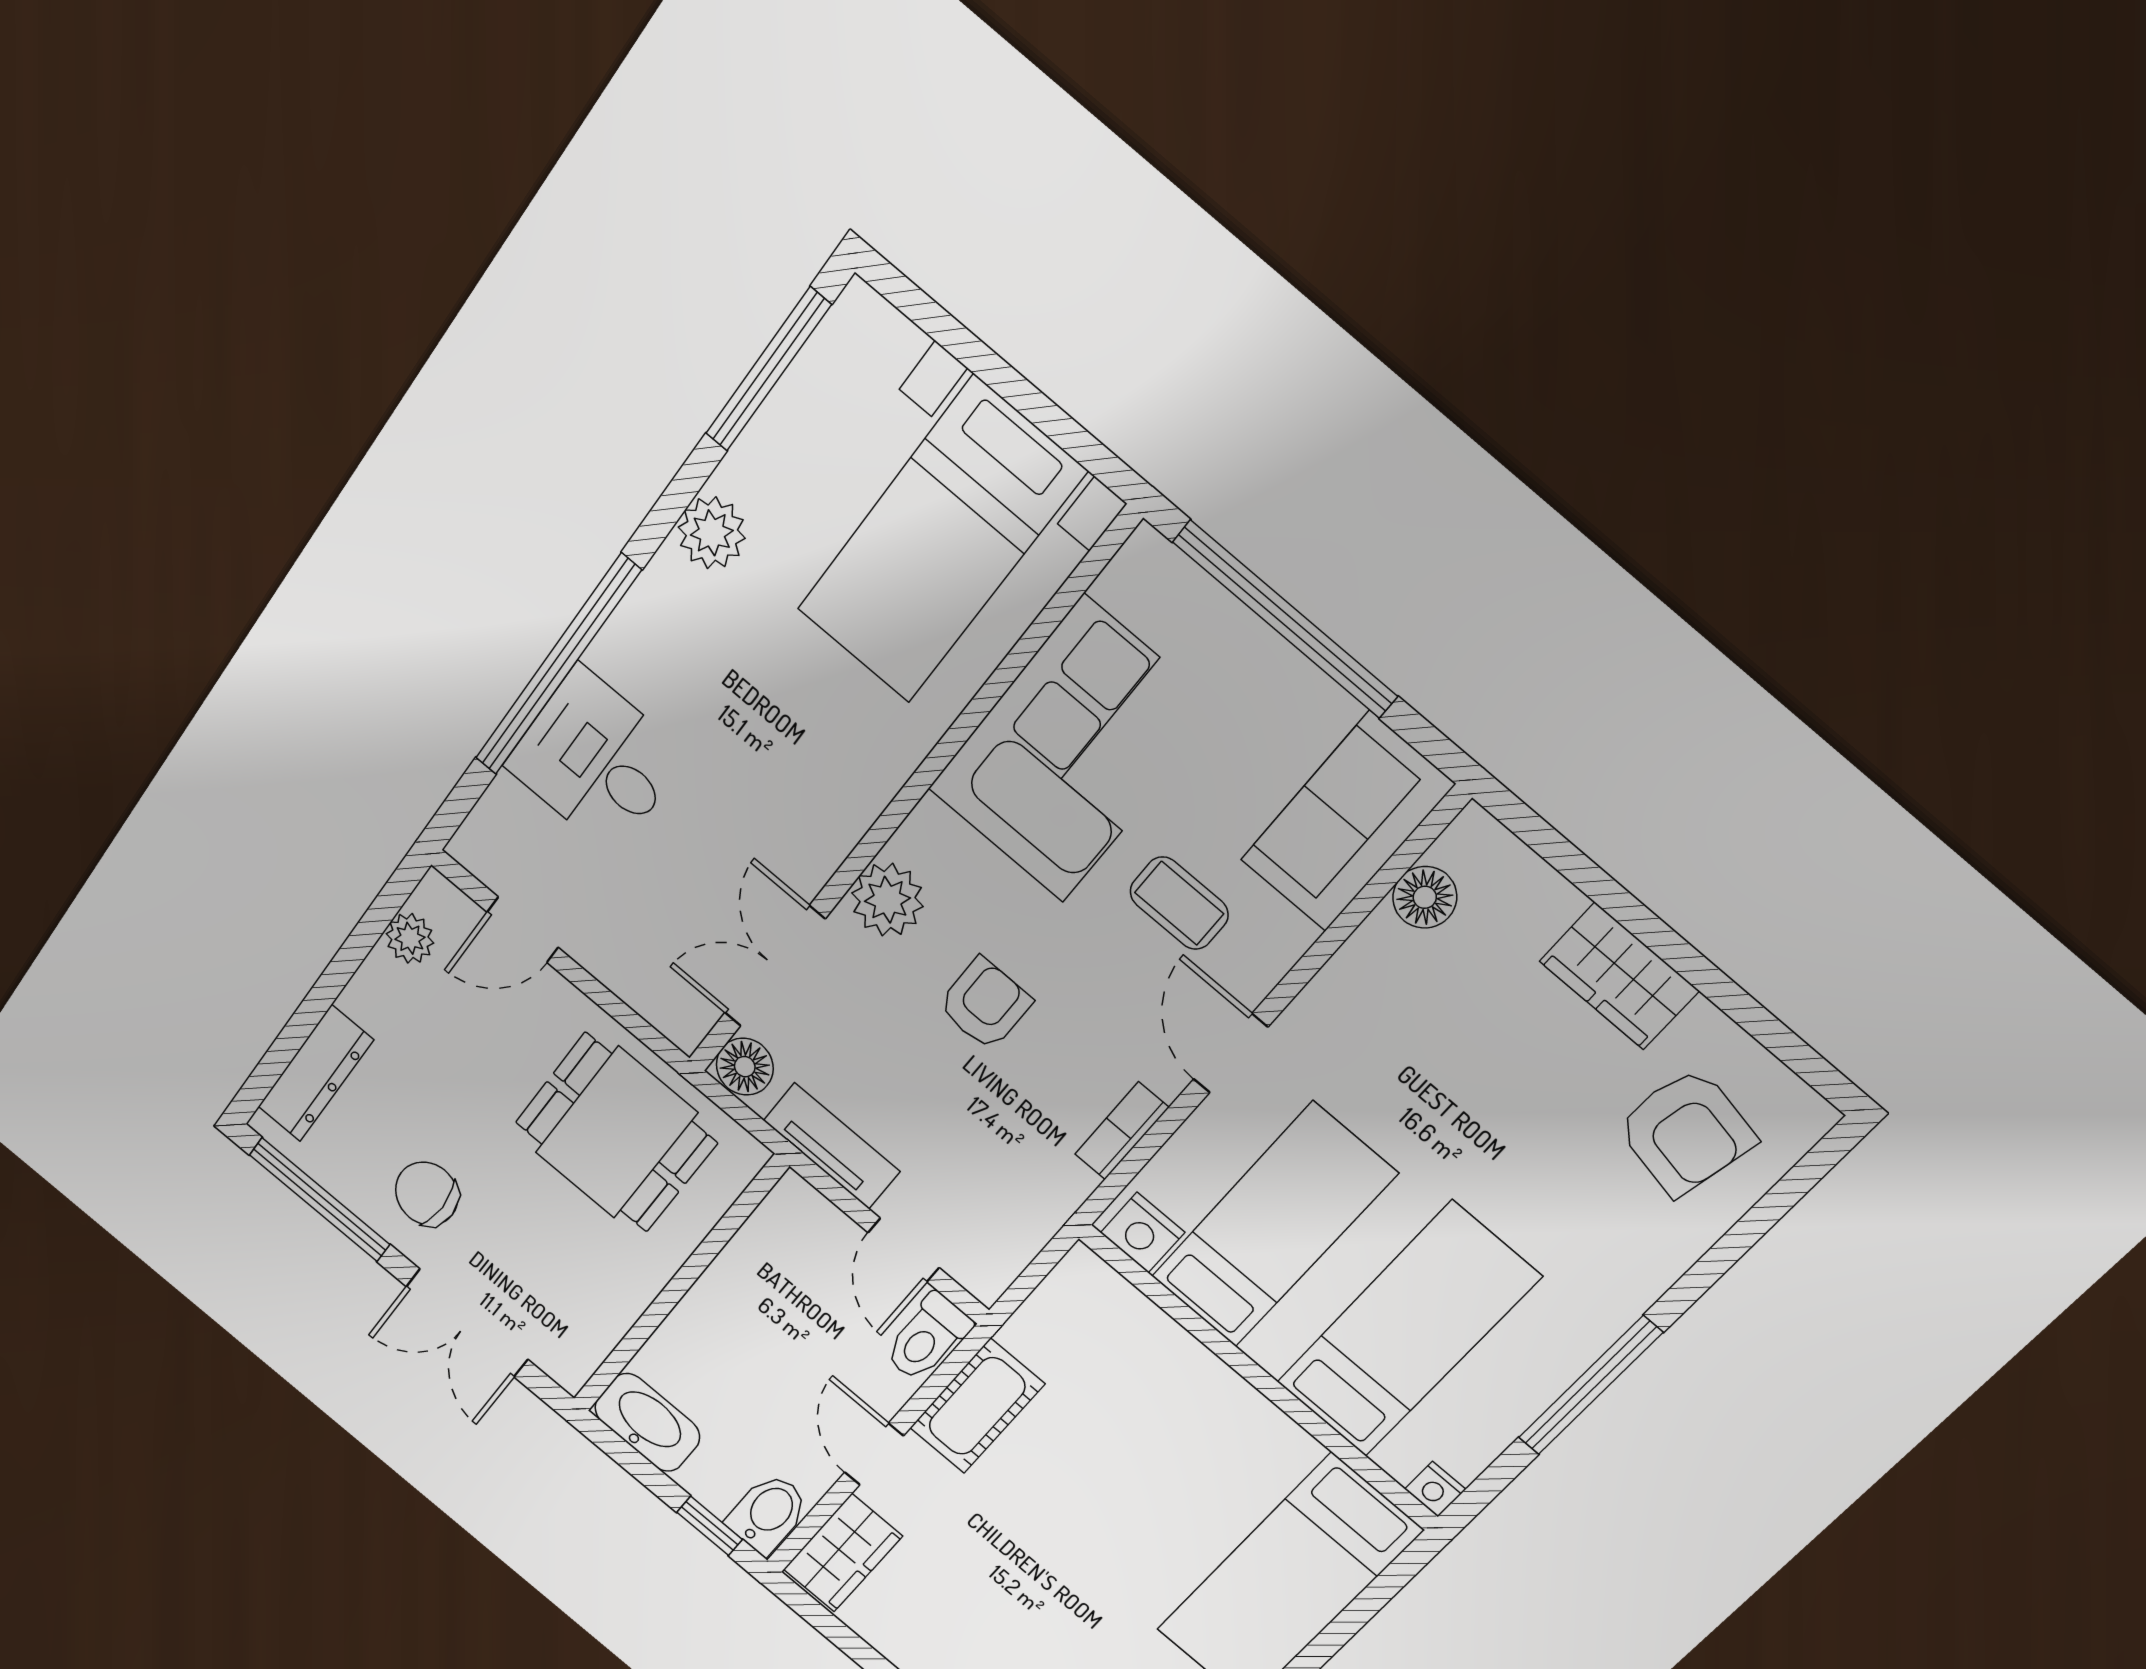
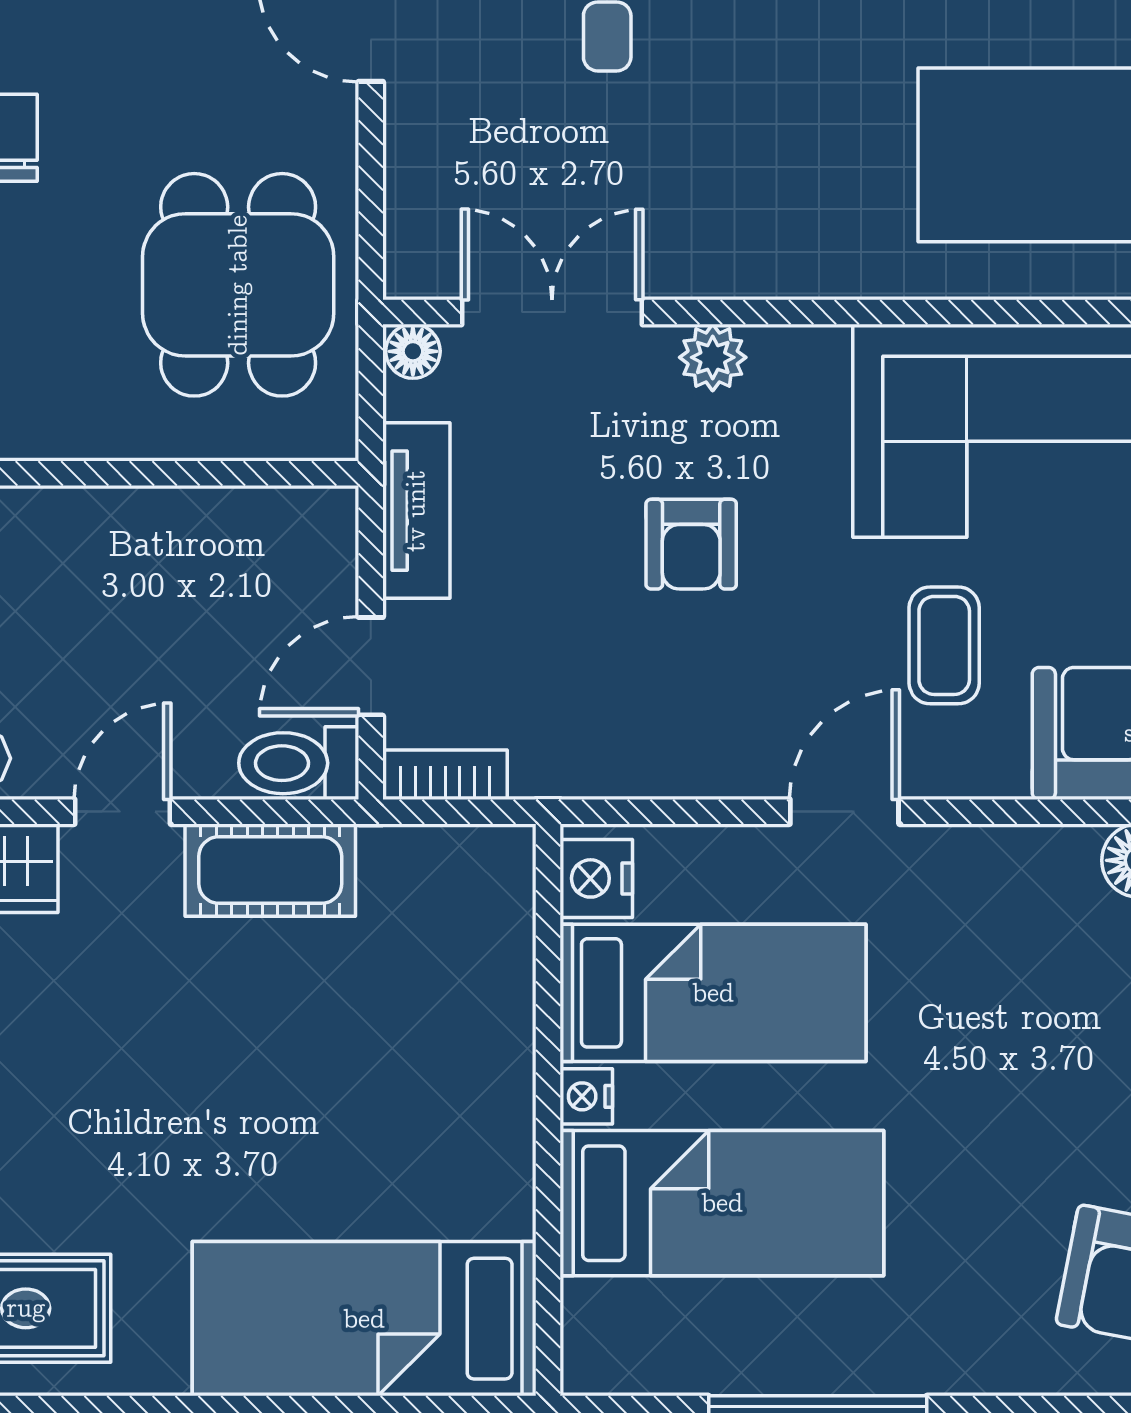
plant: (887, 900) -> (713, 357), width x0.73, depth x0.73
armchair: (985, 1004) -> (691, 544), turned 90
floor lamp: (745, 1067) -> (413, 351), width x0.73, depth x0.73
bookcase: (1122, 1131) -> (445, 775), moved
nightstand: (1435, 1489) -> (586, 1096), moved

